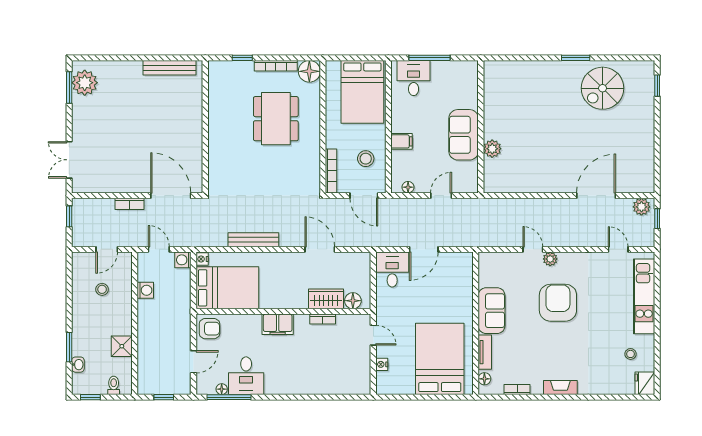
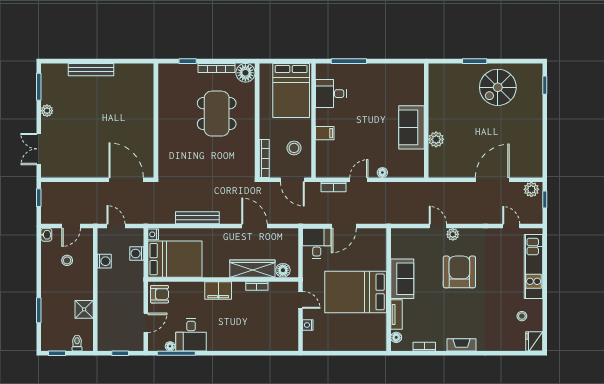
bench: (169, 68) -> (91, 70), moved
desk: (414, 78) -> (331, 94), moved, turned -90
plant: (85, 83) -> (47, 111), moved, width x0.53, depth x0.53
wall: (481, 127) -> (426, 120), moved
sofa: (464, 135) -> (411, 127), moved
plant: (492, 149) -> (436, 139), moved
floor lamp: (408, 187) -> (382, 172), moved
bookcase: (130, 204) -> (334, 187), moved
washing machine: (183, 260) -> (137, 254), moved
wardrobe: (326, 299) -> (252, 269), width x1.50
bed: (440, 359) -> (356, 292), moved, turned -90
washbasin: (78, 365) -> (46, 235), moved

